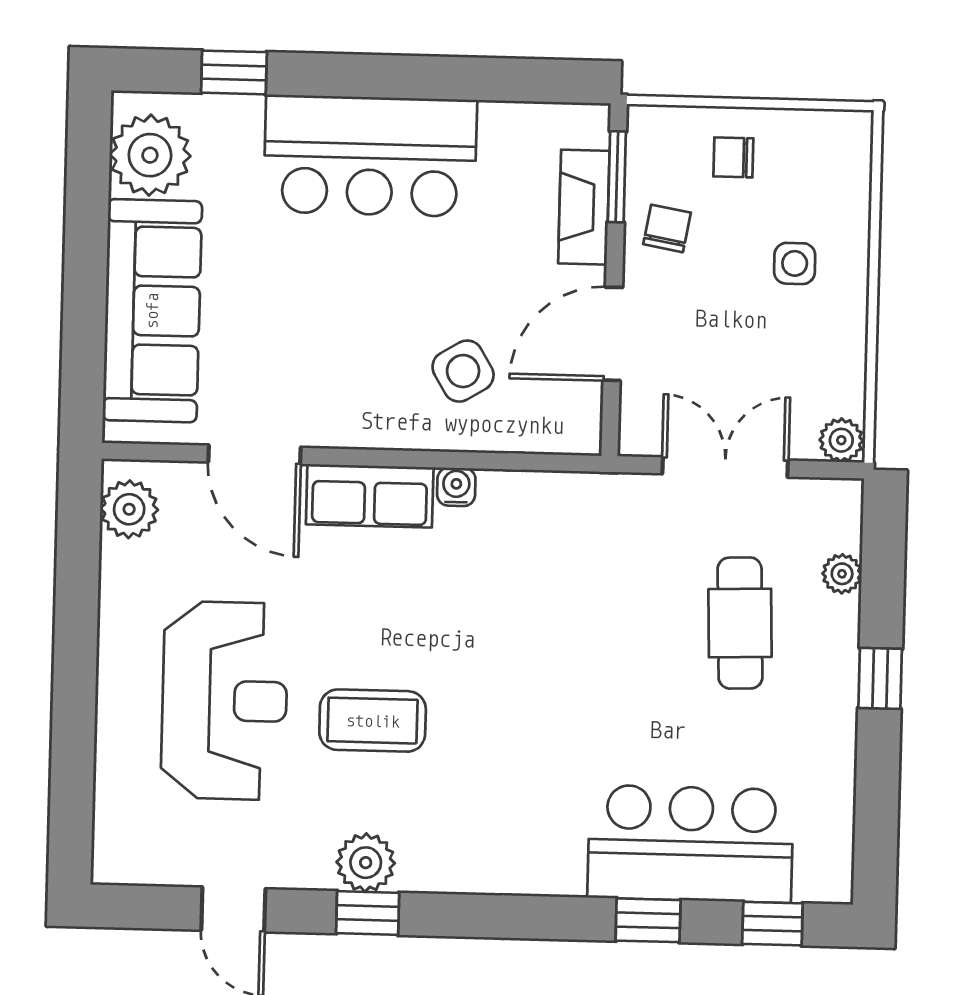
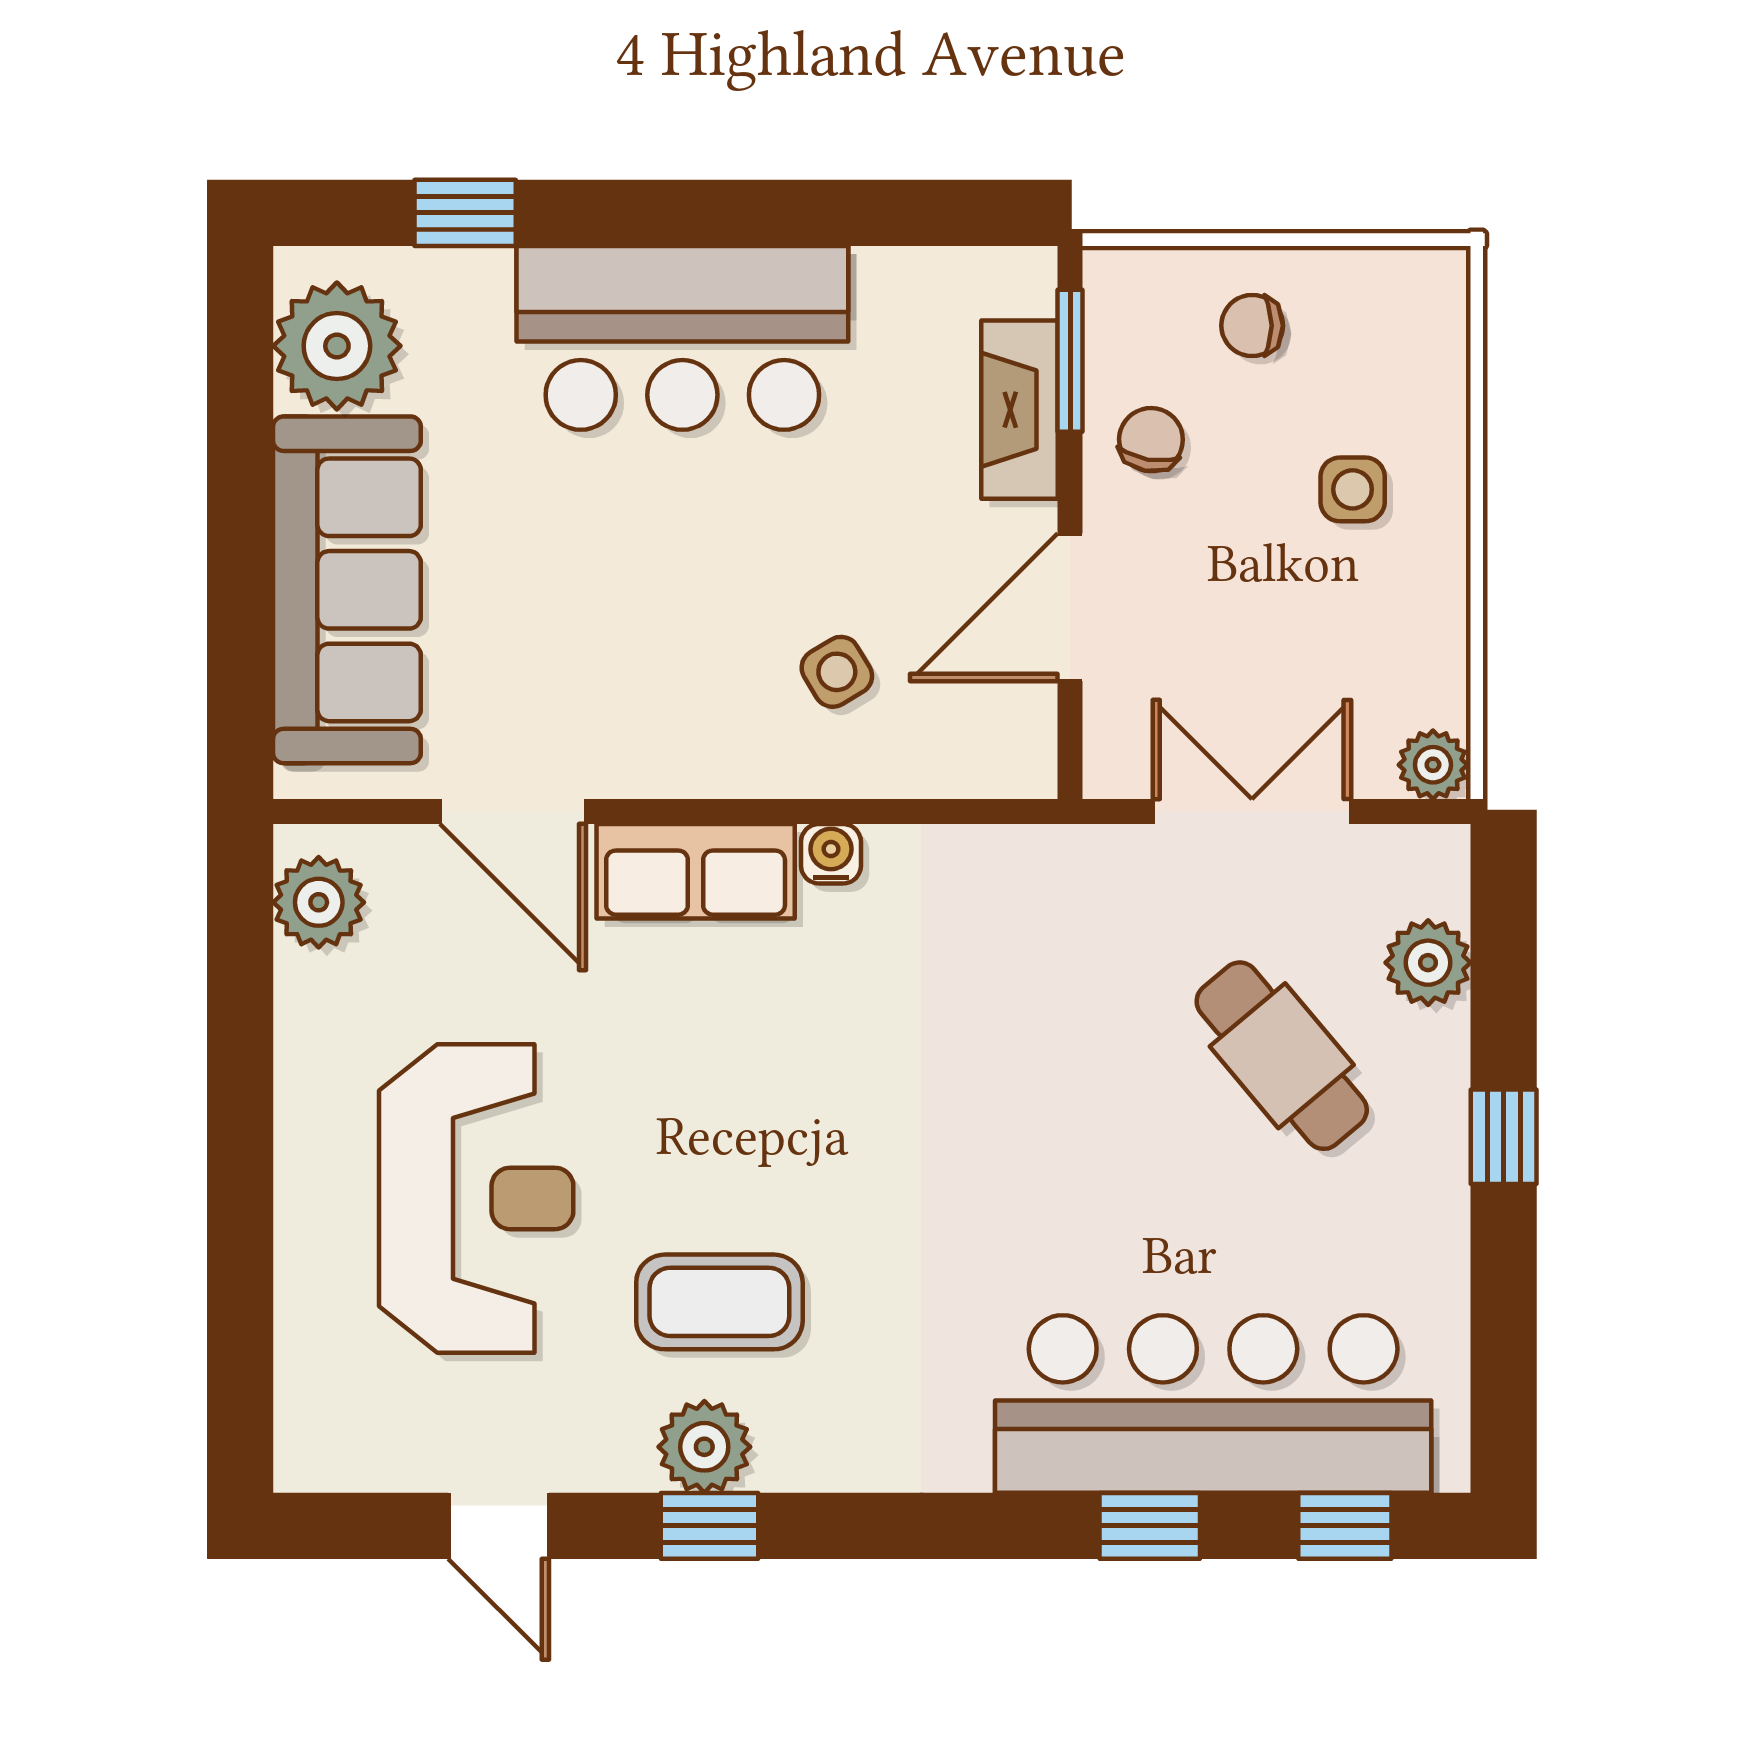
side table: (463, 371) -> (837, 672), width x0.73, depth x0.73
plant: (842, 574) -> (1428, 963), width x1.38, depth x1.38
cafe table: (740, 623) -> (1282, 1056), turned -38
coffee table: (373, 721) -> (719, 1302), moved
bar counter: (691, 844) -> (1213, 1404), width x1.36

